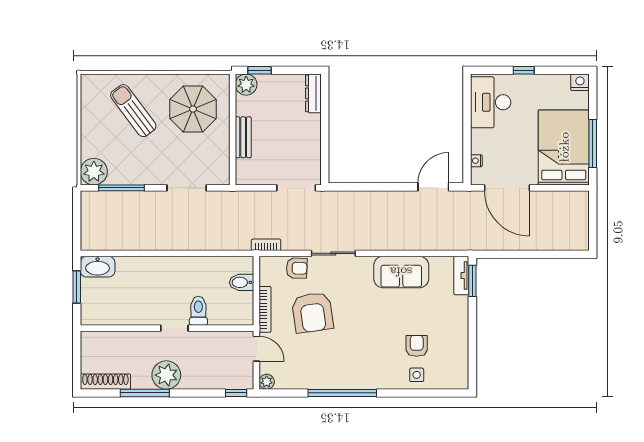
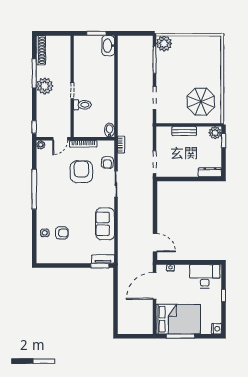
sun lounger: (133, 111) -> (200, 67), removed
bidet: (241, 282) -> (110, 130), moved
armchair: (312, 312) -> (81, 172), turned 98

